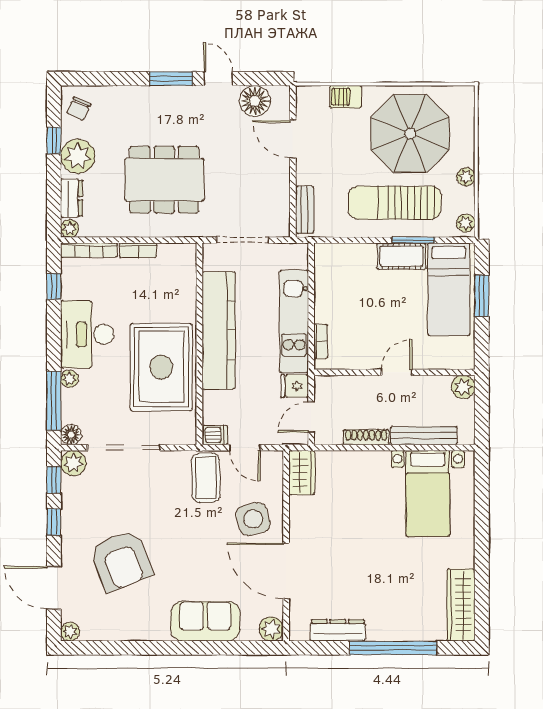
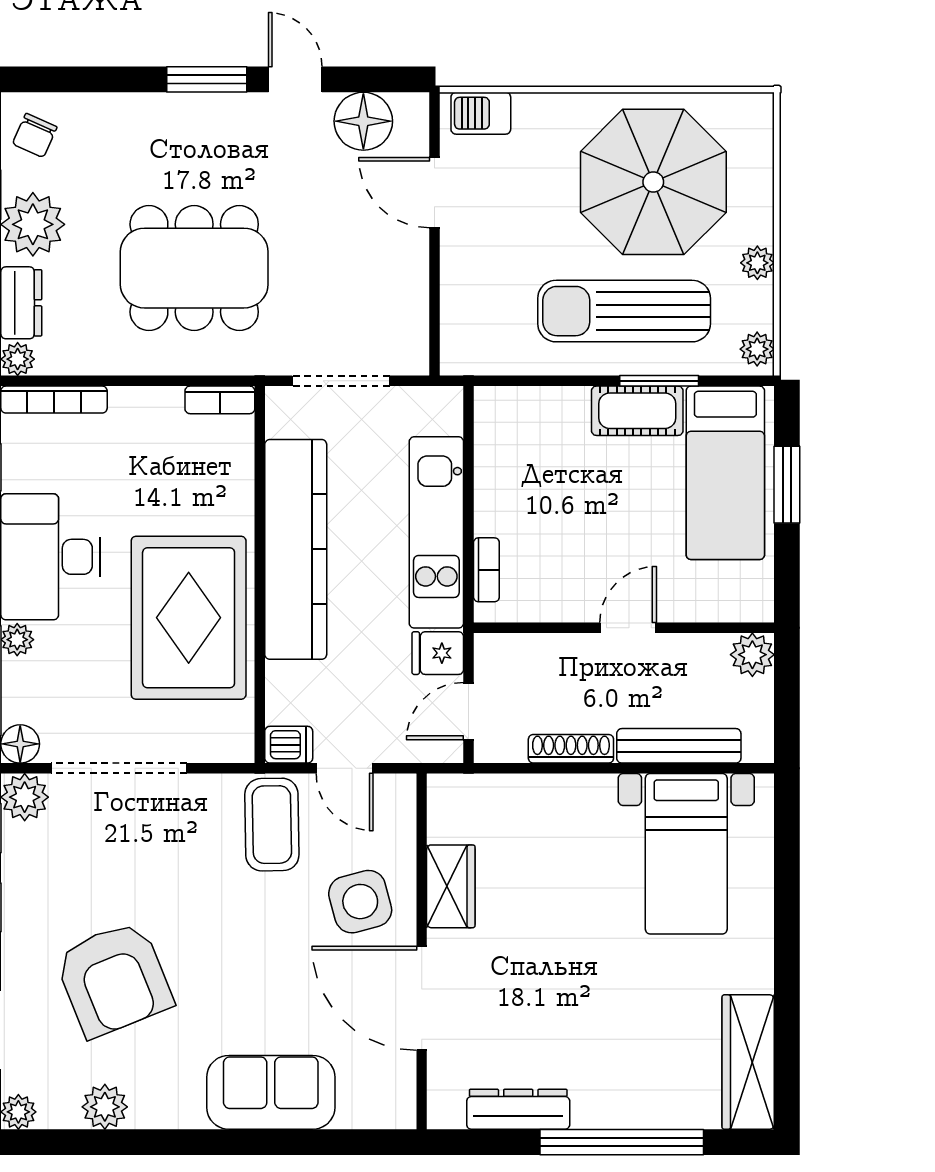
barbecue: (346, 97) -> (481, 113), moved
bench: (305, 210) -> (456, 324), removed
bookcase: (138, 250) -> (220, 400), moved
wardrobe: (302, 473) -> (451, 886), moved
plant: (271, 629) -> (105, 1107), moved

